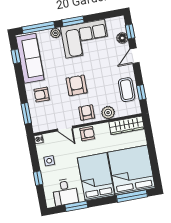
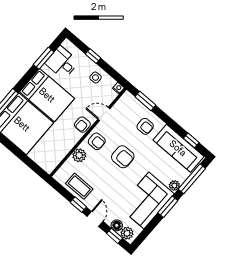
plant: (119, 26) -> (127, 233), added
window: (141, 92) -> (78, 205), moved
armchair: (42, 95) -> (145, 126), turned 90
wardrobe: (127, 125) -> (56, 157), removed

